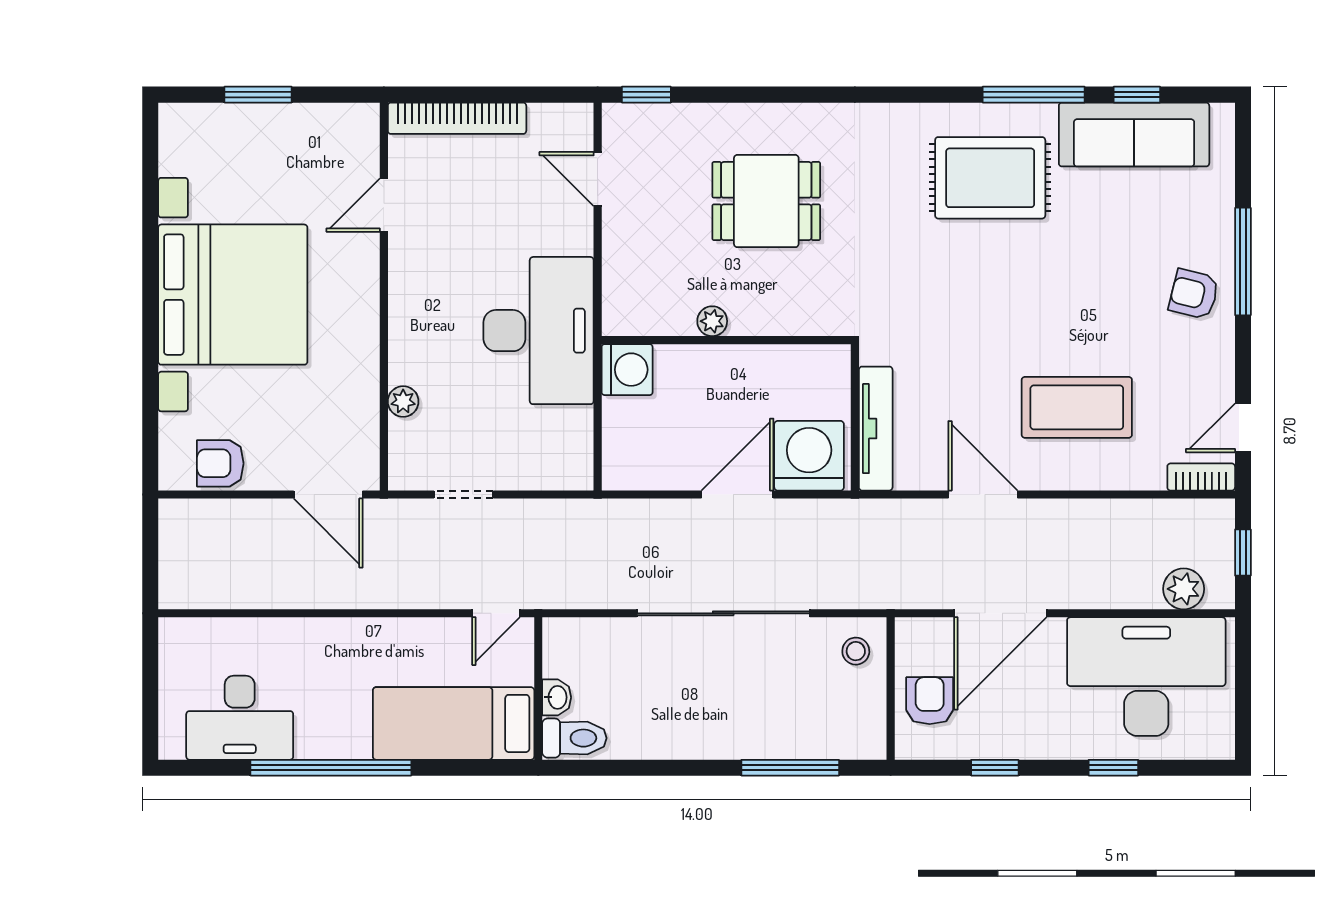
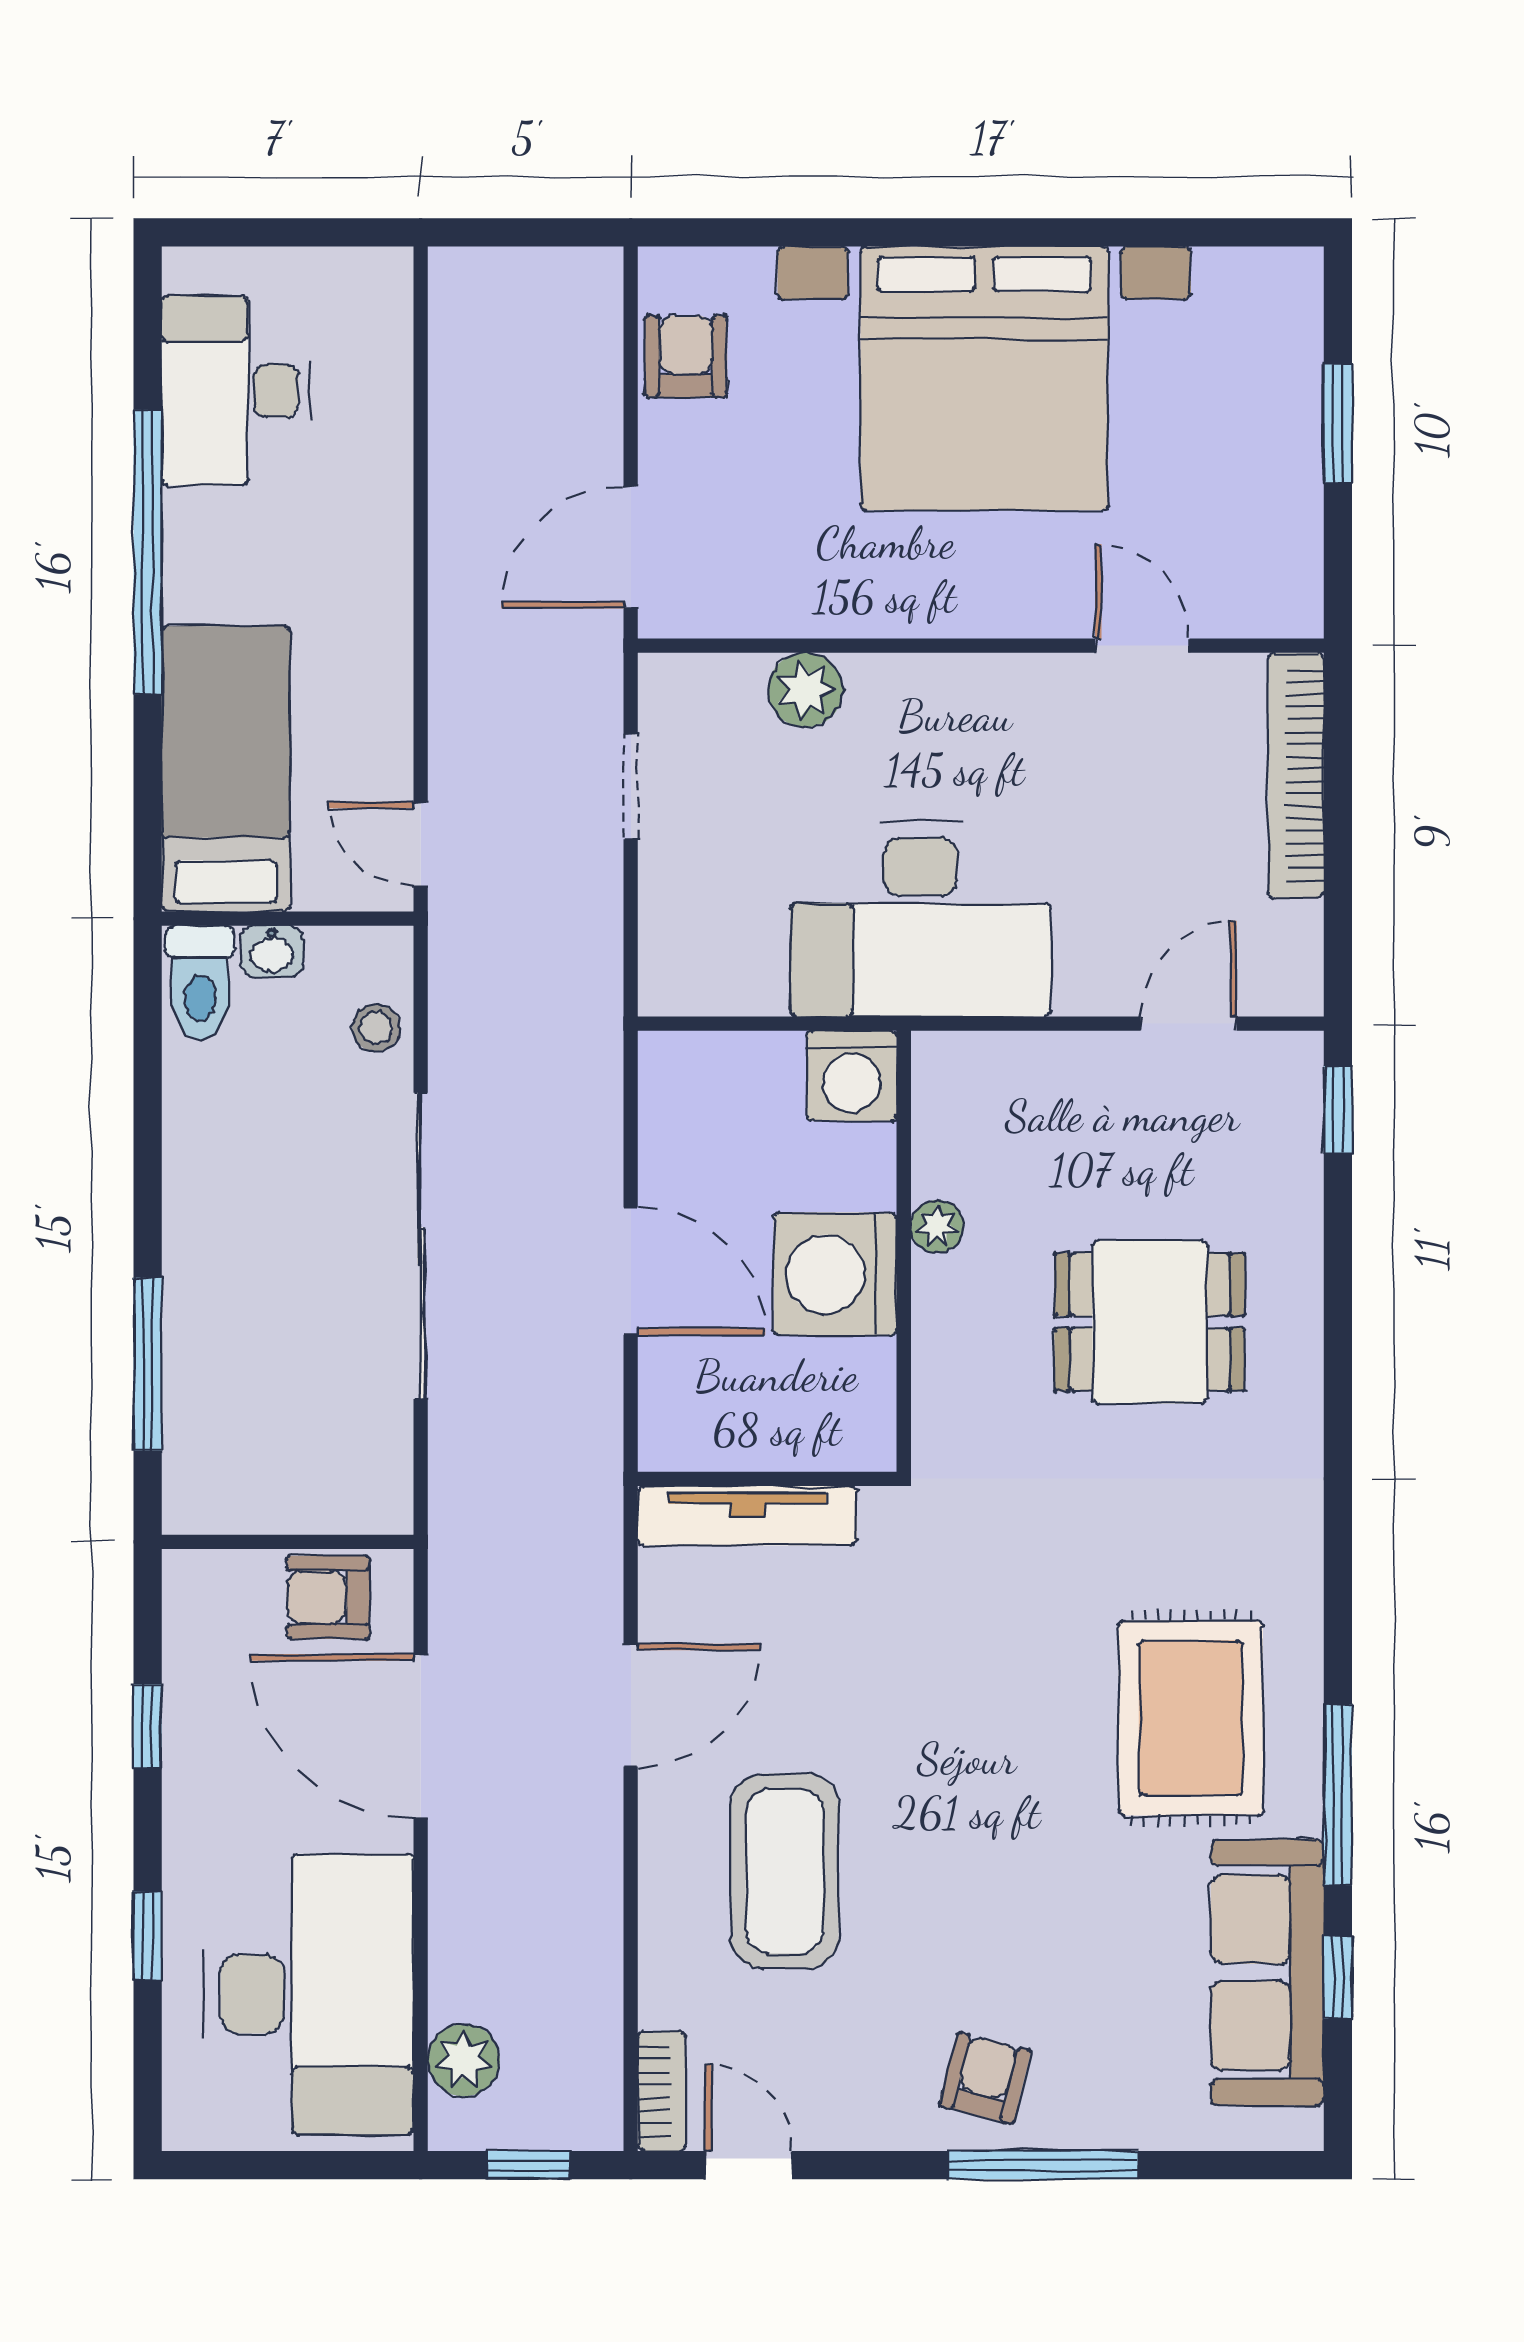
dining table: (766, 201) -> (1150, 1322), turned 90
plant: (403, 401) -> (805, 690), width x1.38, depth x1.38
washing machine: (809, 456) -> (835, 1274), moved, turned 180
stool: (856, 651) -> (376, 1028), moved
armchair: (930, 701) -> (328, 1597), moved, turned 180

